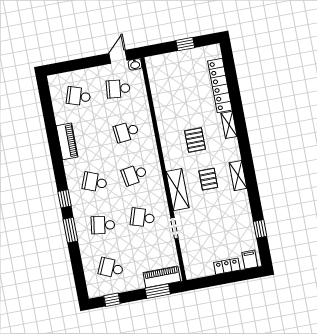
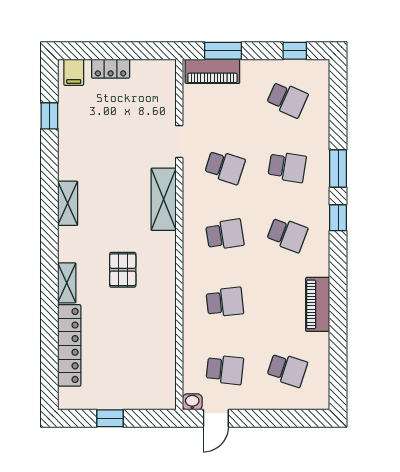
pallet: (208, 179) -> (114, 206), removed

